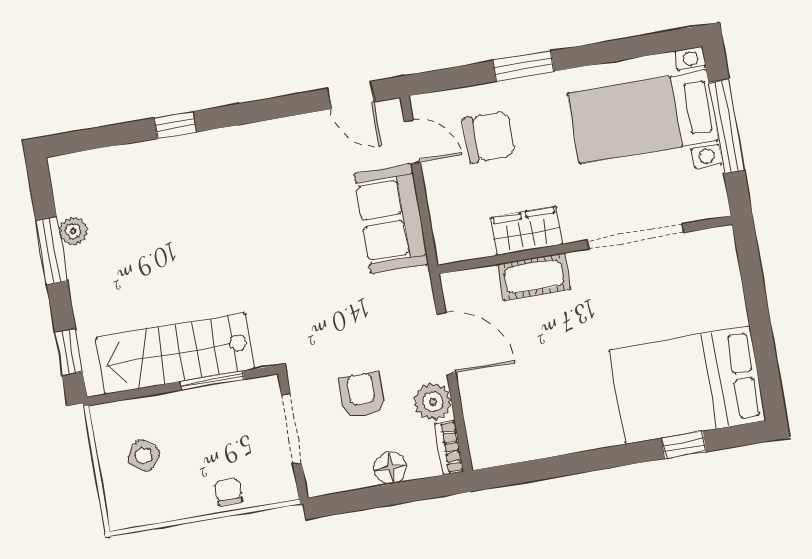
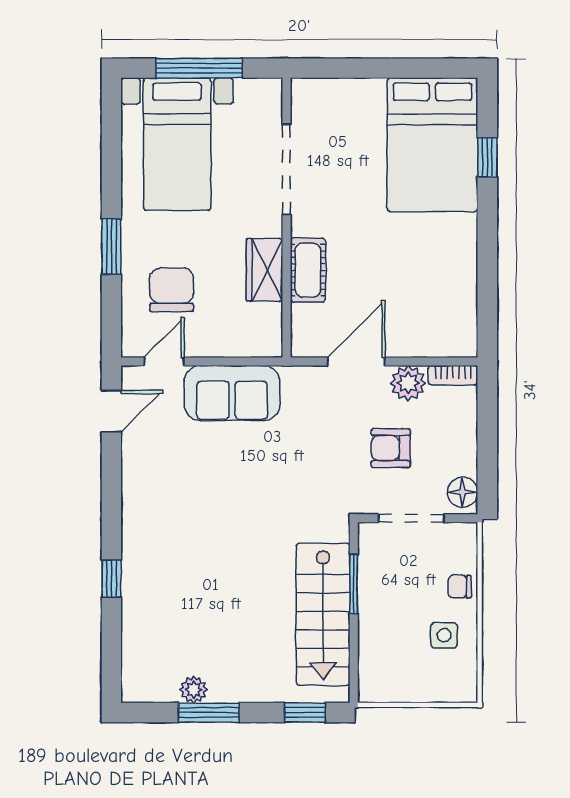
side table: (144, 456) -> (444, 635), moved, turned -36
floor lamp: (390, 468) -> (463, 492), moved

